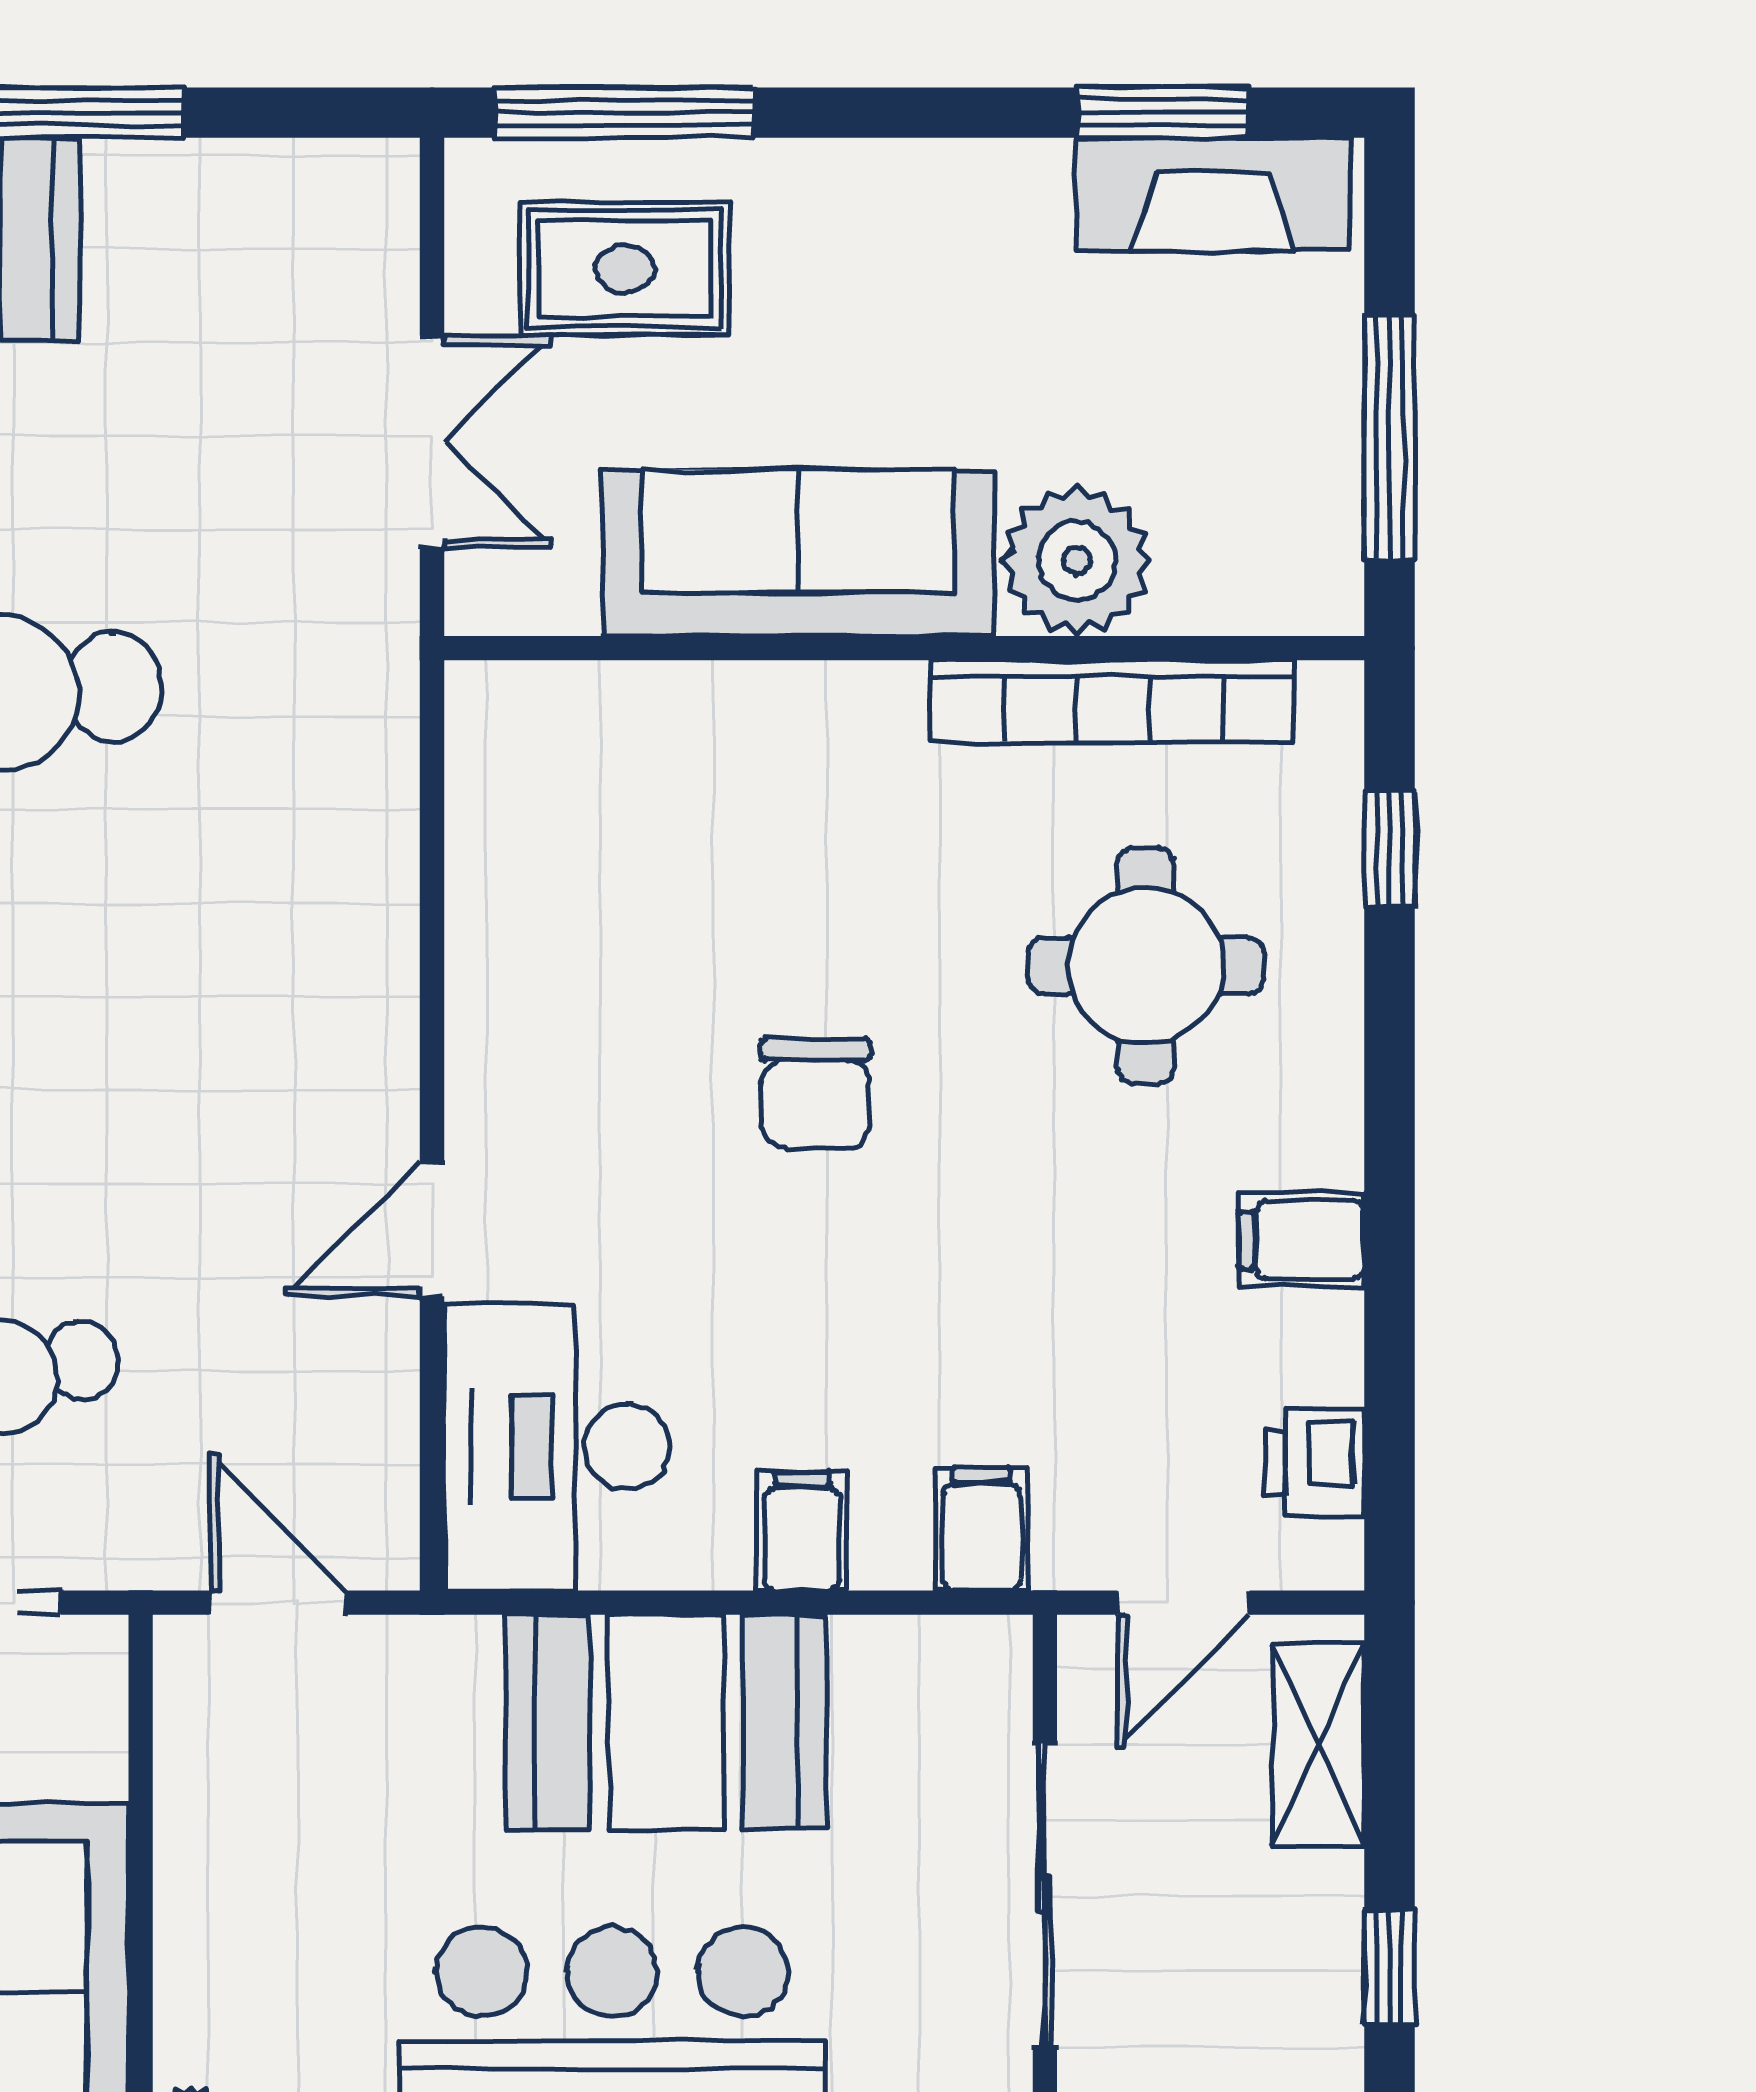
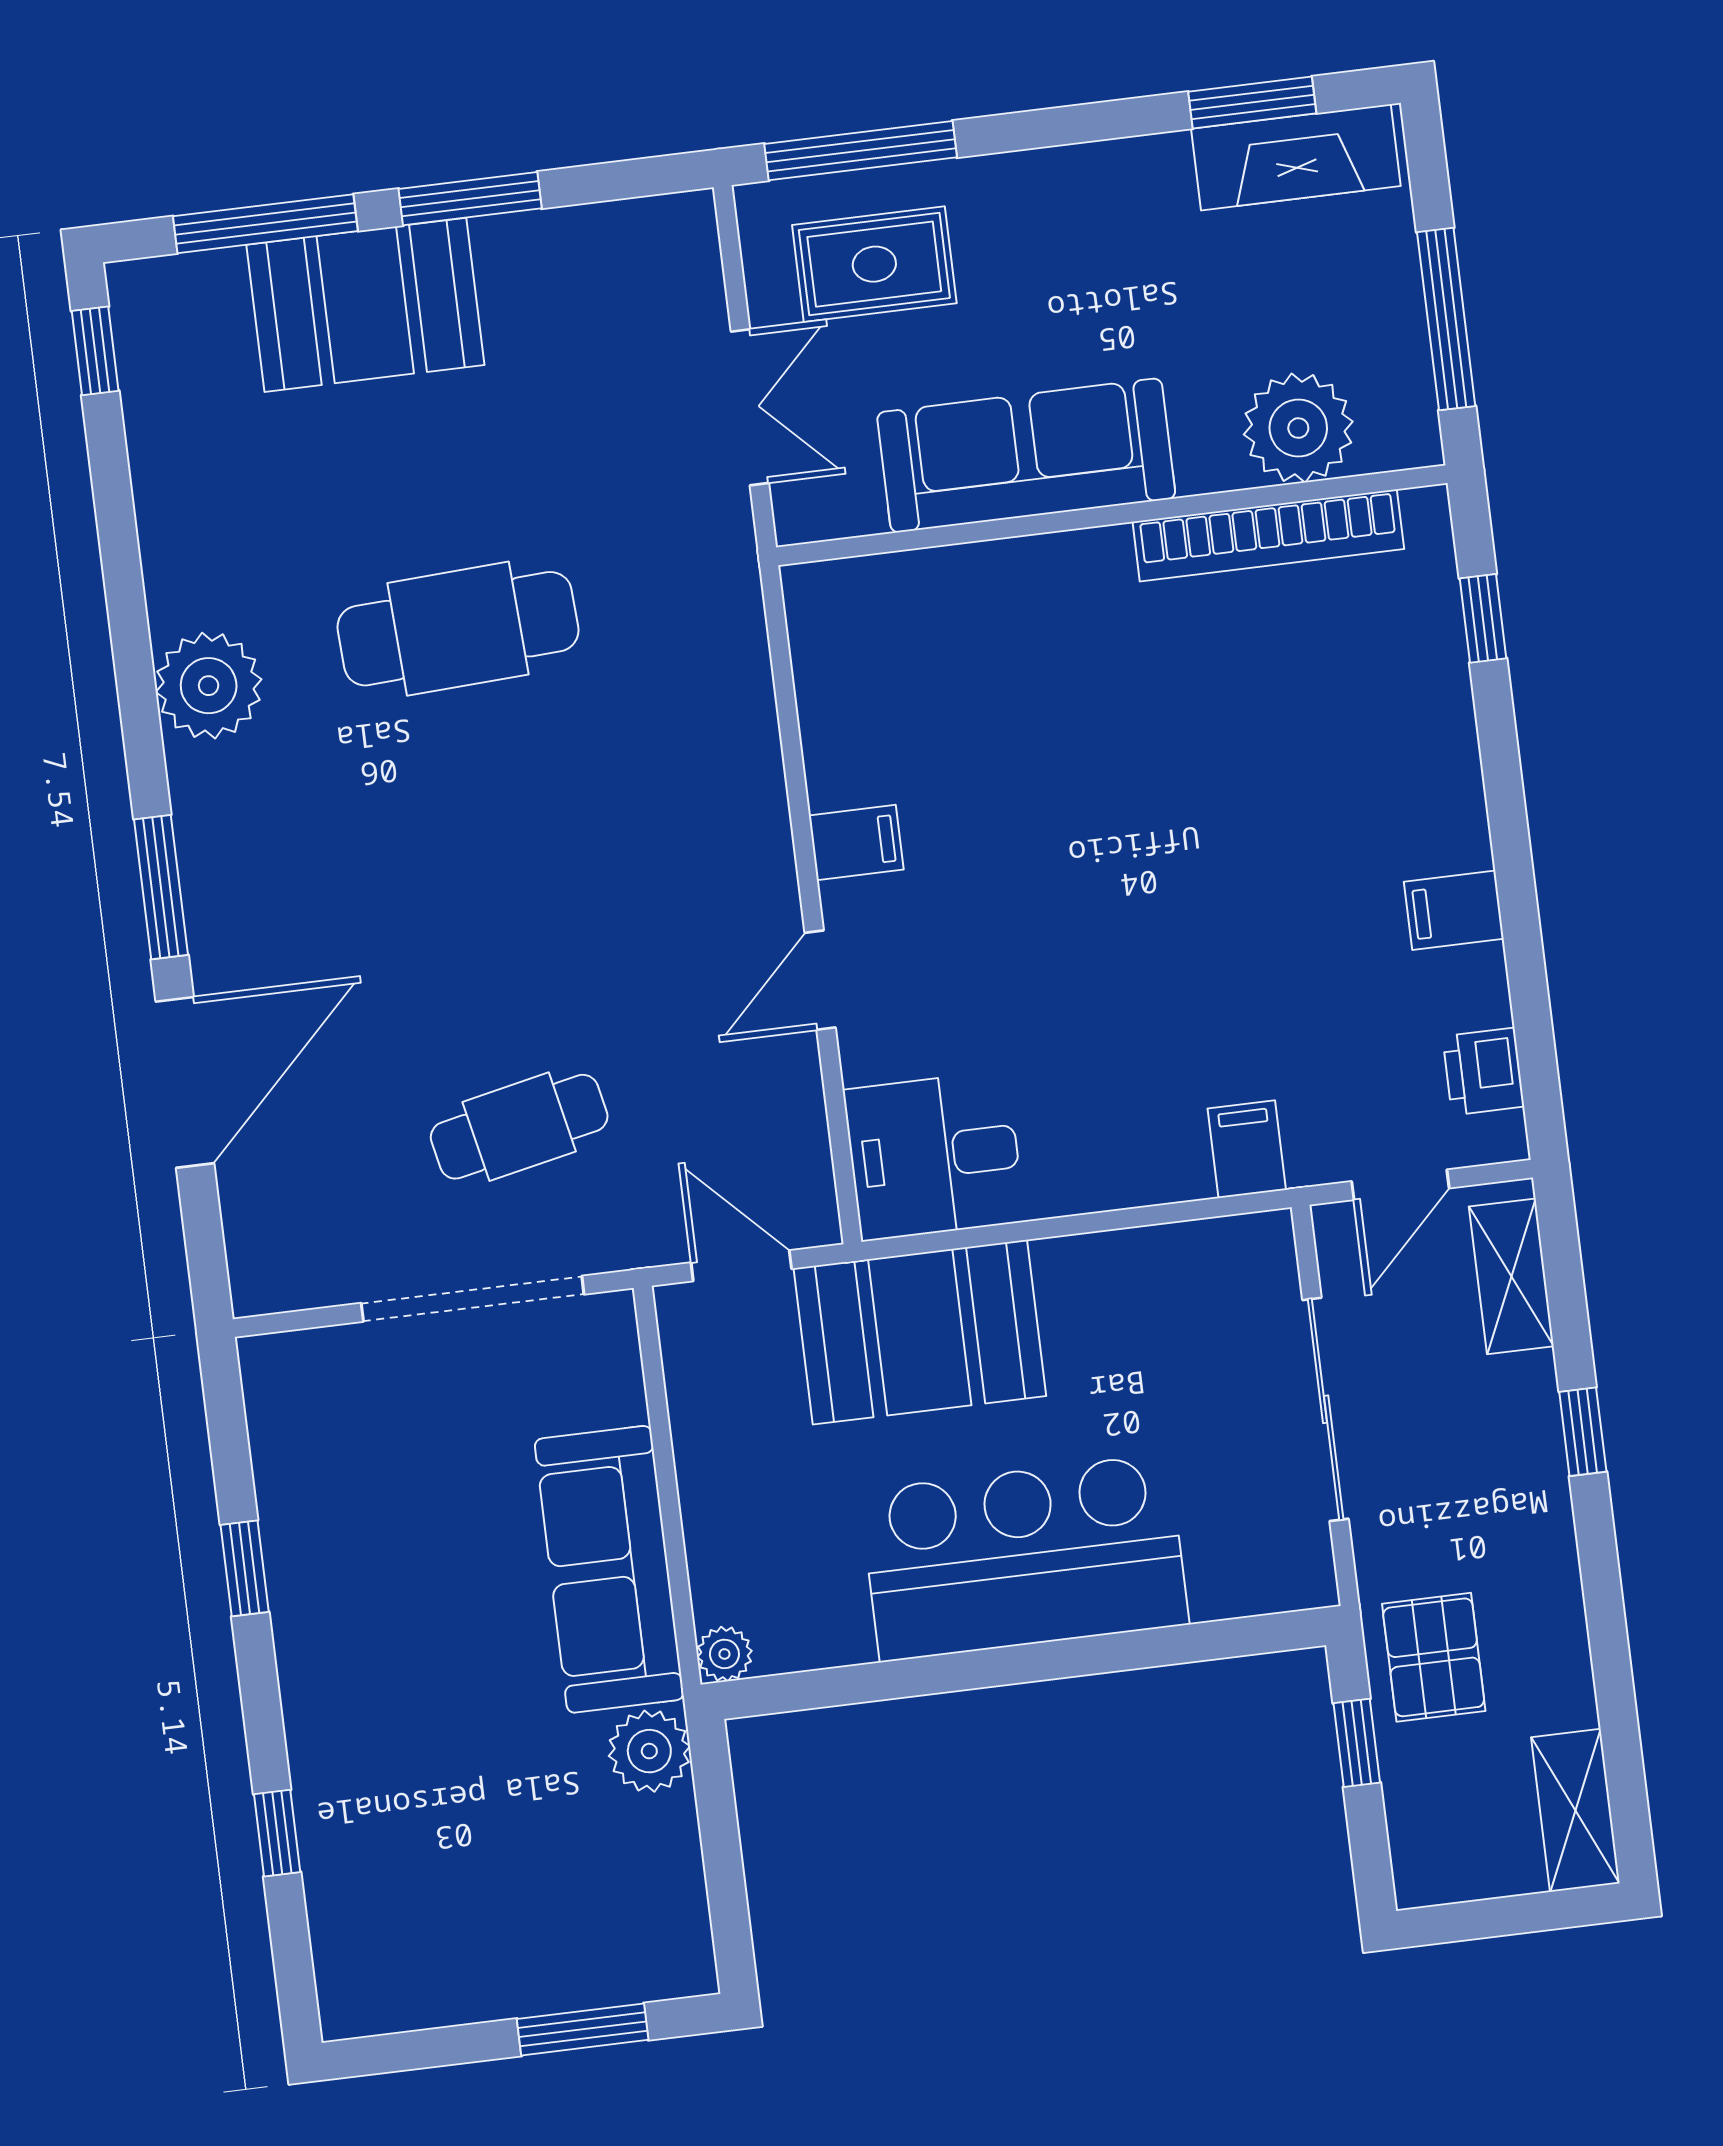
plant: (1077, 561) -> (1298, 428), moved
round table: (1146, 966) -> (1316, 725), removed
chair: (816, 1094) -> (1087, 847), removed
desk: (557, 1447) -> (934, 1156), width x0.73
filing cabinet: (802, 1531) -> (856, 842), moved, turned 90
booth: (666, 1722) -> (920, 1332), moved

